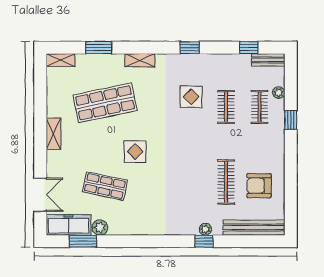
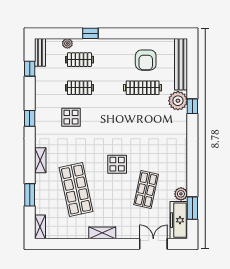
plant: (205, 229) -> (178, 101), width x1.87, depth x1.87

